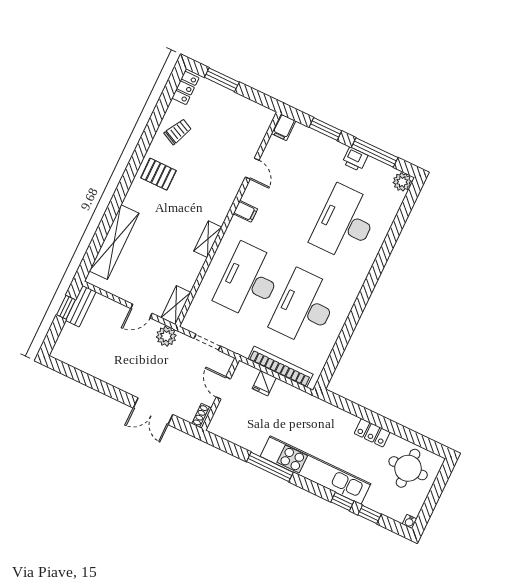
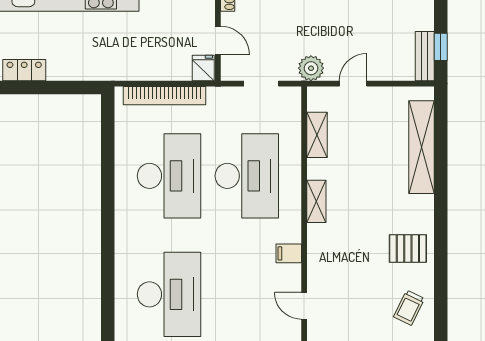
shelving: (176, 305) -> (317, 135), moved
fridge: (264, 383) -> (203, 68), moved

